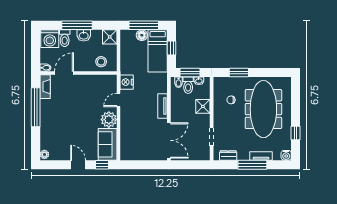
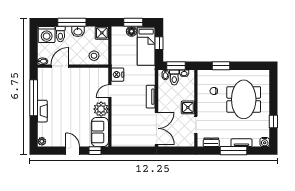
window: (144, 25) -> (133, 22), width x0.69
fireplace: (45, 87) -> (42, 111), moved
shower: (203, 106) -> (188, 107), moved
meeting table: (263, 109) -> (244, 99), width x0.73

